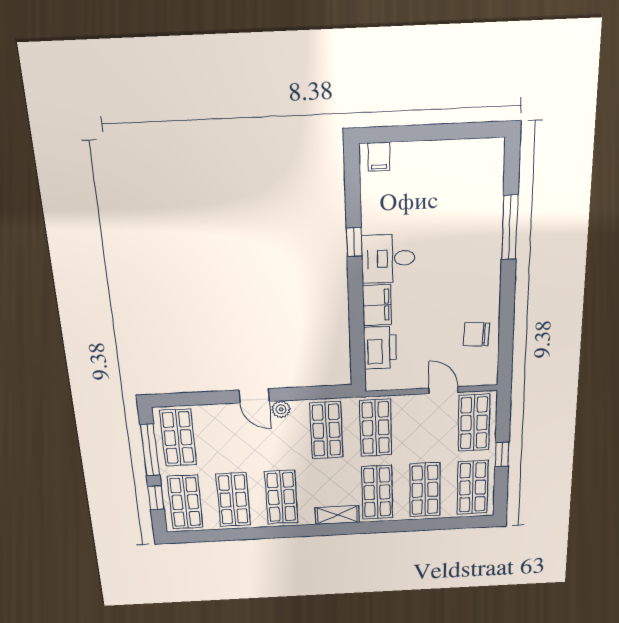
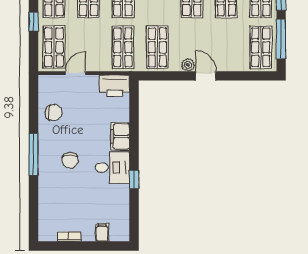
bookcase: (456, 147) -> (69, 237), added
filing cabinet: (379, 157) -> (102, 233), moved
window: (510, 228) -> (34, 154), moved
chair: (453, 266) -> (70, 160), added
printer: (380, 348) -> (114, 86), moved, turned -90
door: (444, 390) -> (76, 73), swing flipped

